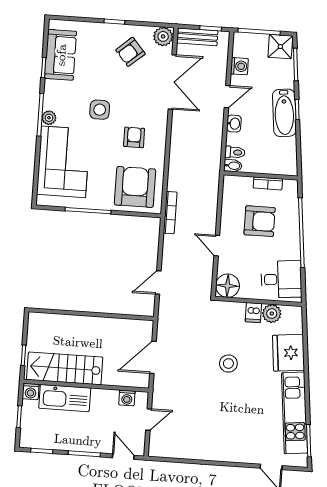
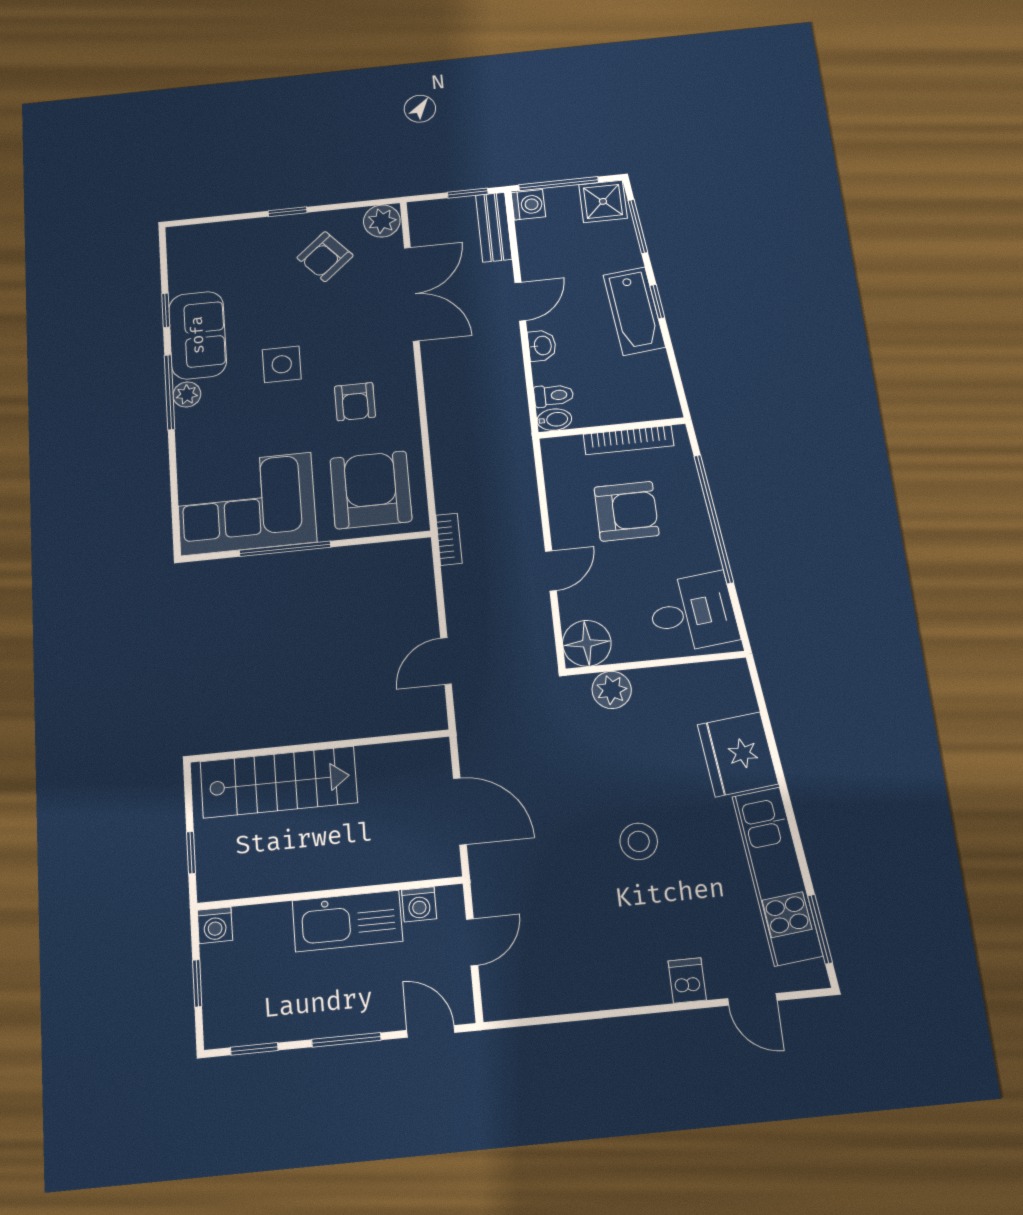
bench: (197, 37) -> (494, 227), moved, turned 90
sofa: (61, 55) -> (198, 335), moved
washing machine: (239, 66) -> (528, 205), moved
armchair: (134, 137) -> (355, 402), turned 180
corner sofa: (63, 162) -> (246, 504), moved, turned -90
bookcase: (268, 183) -> (629, 440), width x1.56
bookcase: (170, 213) -> (449, 539), width x0.64
door: (217, 246) -> (551, 571), swing flipped
dishwasher: (253, 313) -> (687, 980), moved, turned 180
plant: (272, 314) -> (612, 690), moved
door: (153, 357) -> (460, 811), swing flipped
stool: (228, 364) -> (639, 841), moved
stairs: (65, 368) -> (279, 782), moved, turned 180
kitchen sink: (65, 398) -> (347, 921), moved

